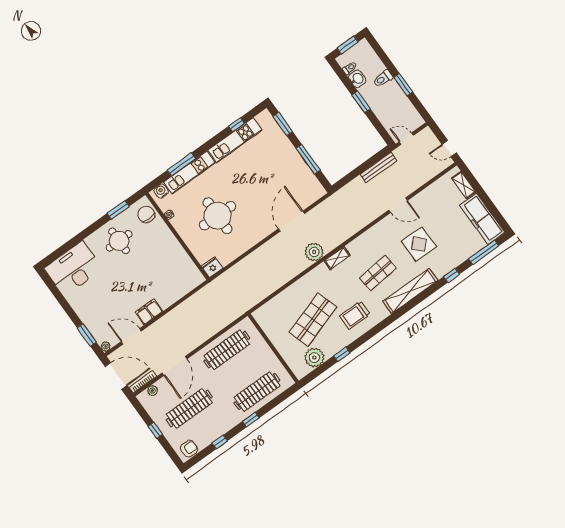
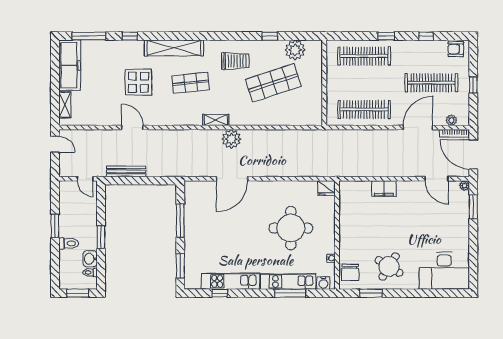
round table: (119, 241) -> (389, 266), turned 32
filing cabinet: (149, 312) -> (384, 189), moved

